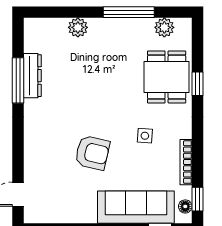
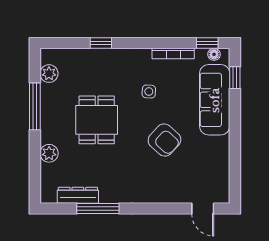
dresser: (32, 76) -> (78, 195), moved
dining table: (167, 77) -> (97, 120), moved, turned 90
armchair: (92, 153) -> (164, 140), turned 119

